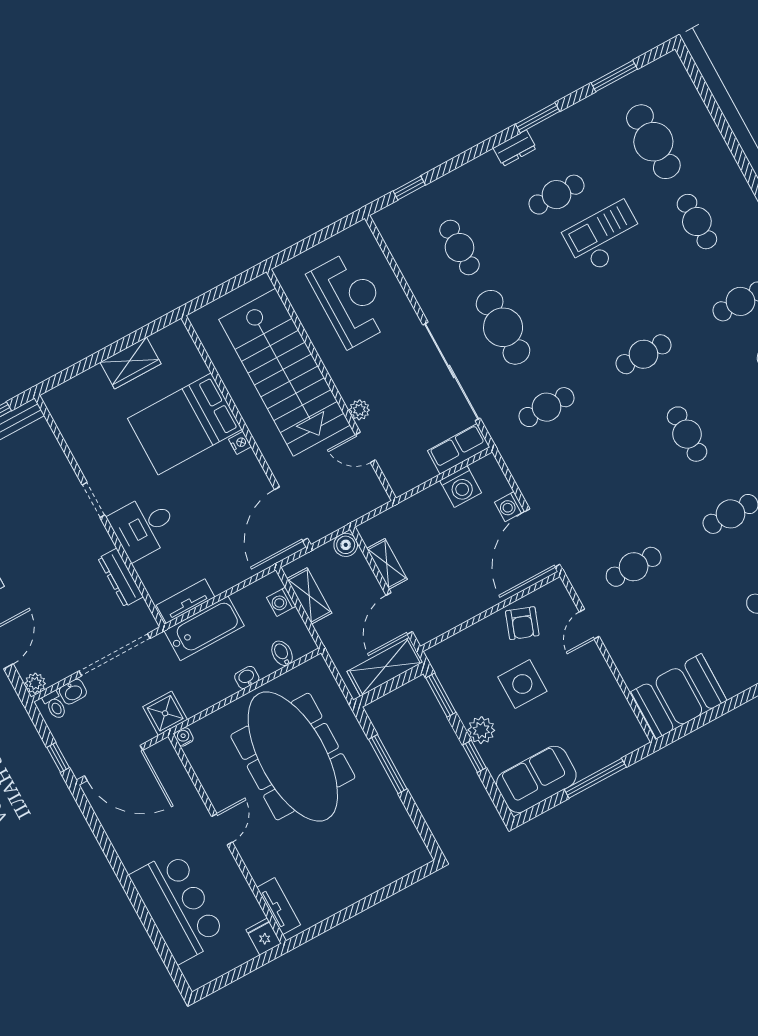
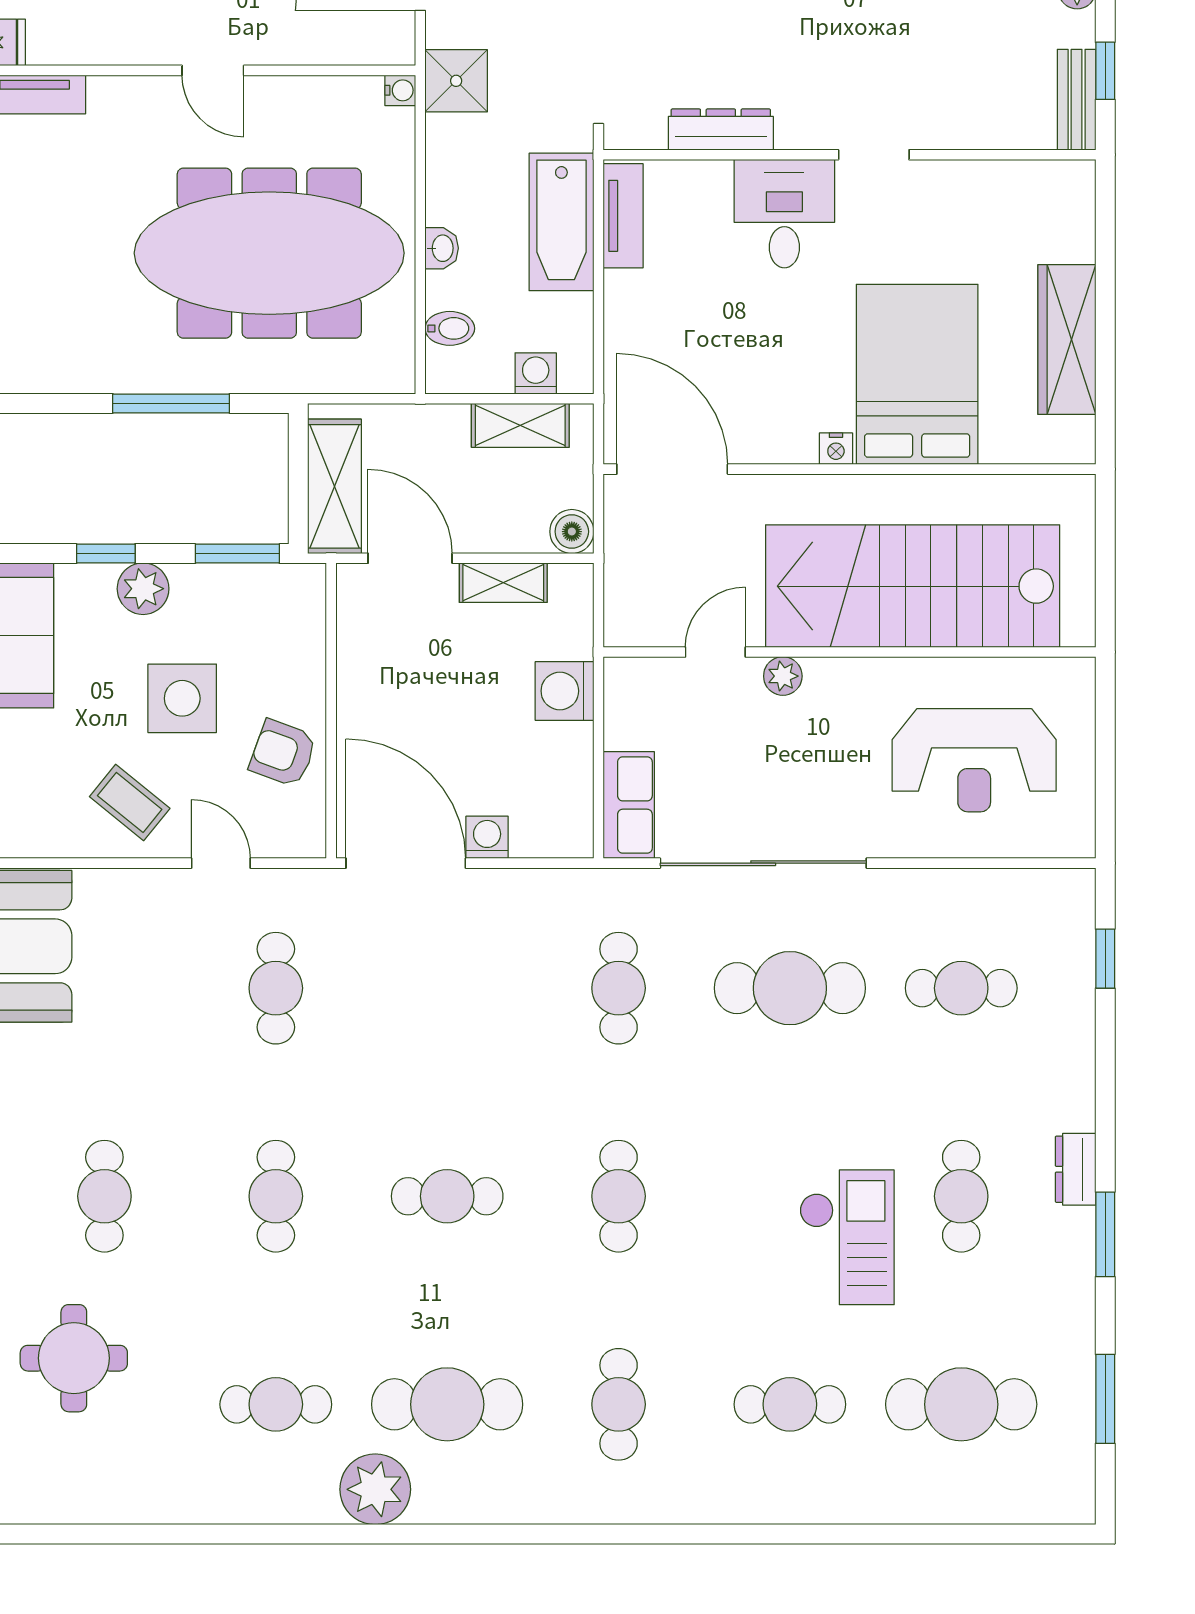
wardrobe: (131, 363) -> (1067, 340), width x1.50
washing machine: (461, 487) -> (565, 691), moved
coffee table: (584, 682) -> (130, 803), added

